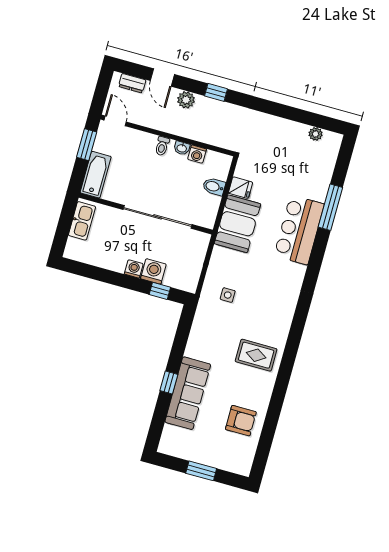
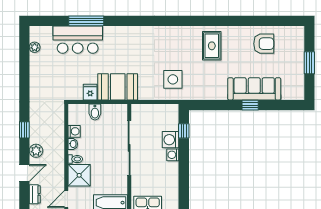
shower: (140, 145) -> (79, 175), added
bar counter: (299, 230) -> (78, 40), moved
side table: (228, 295) -> (173, 79), width x1.87, depth x1.87
armchair: (241, 421) -> (264, 44), turned 90

